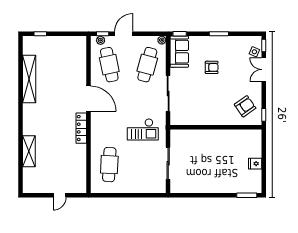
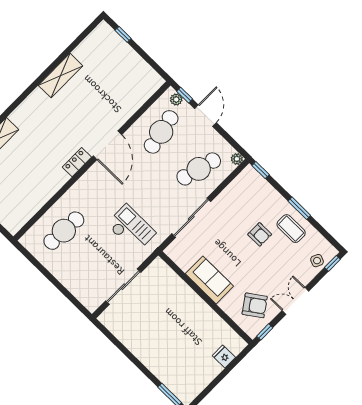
door: (124, 34) -> (205, 116), hinge flipped
coffee table: (225, 49) -> (291, 229), added
sofa: (179, 52) -> (209, 280), moved, turned -90
double door: (264, 70) -> (295, 301), moved
shelving: (29, 79) -> (61, 76), width x0.68
locker: (81, 128) -> (77, 162), width x0.66
checkout: (143, 129) -> (131, 229), turned 180
fridge: (255, 164) -> (224, 356), moved

